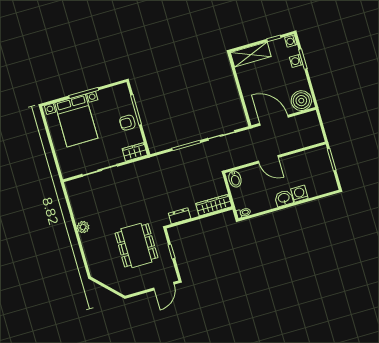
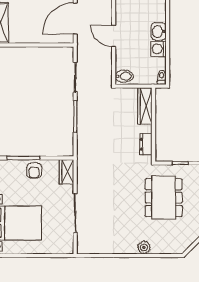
door: (268, 159) -> (114, 36), swing flipped
washing machine: (299, 194) -> (158, 49), moved
plant: (83, 227) -> (144, 247), moved
dining table: (136, 245) -> (164, 198), turned 90

